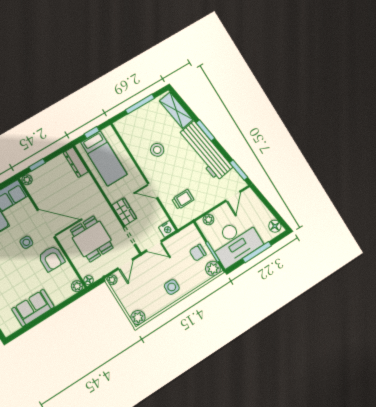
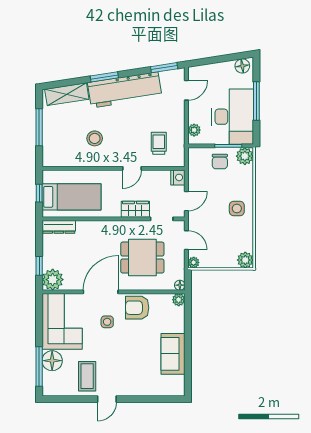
plant: (27, 180) -> (53, 280), width x1.87, depth x1.87
door: (233, 196) -> (186, 90), hinge flipped
armchair: (52, 258) -> (137, 308), turned 180

